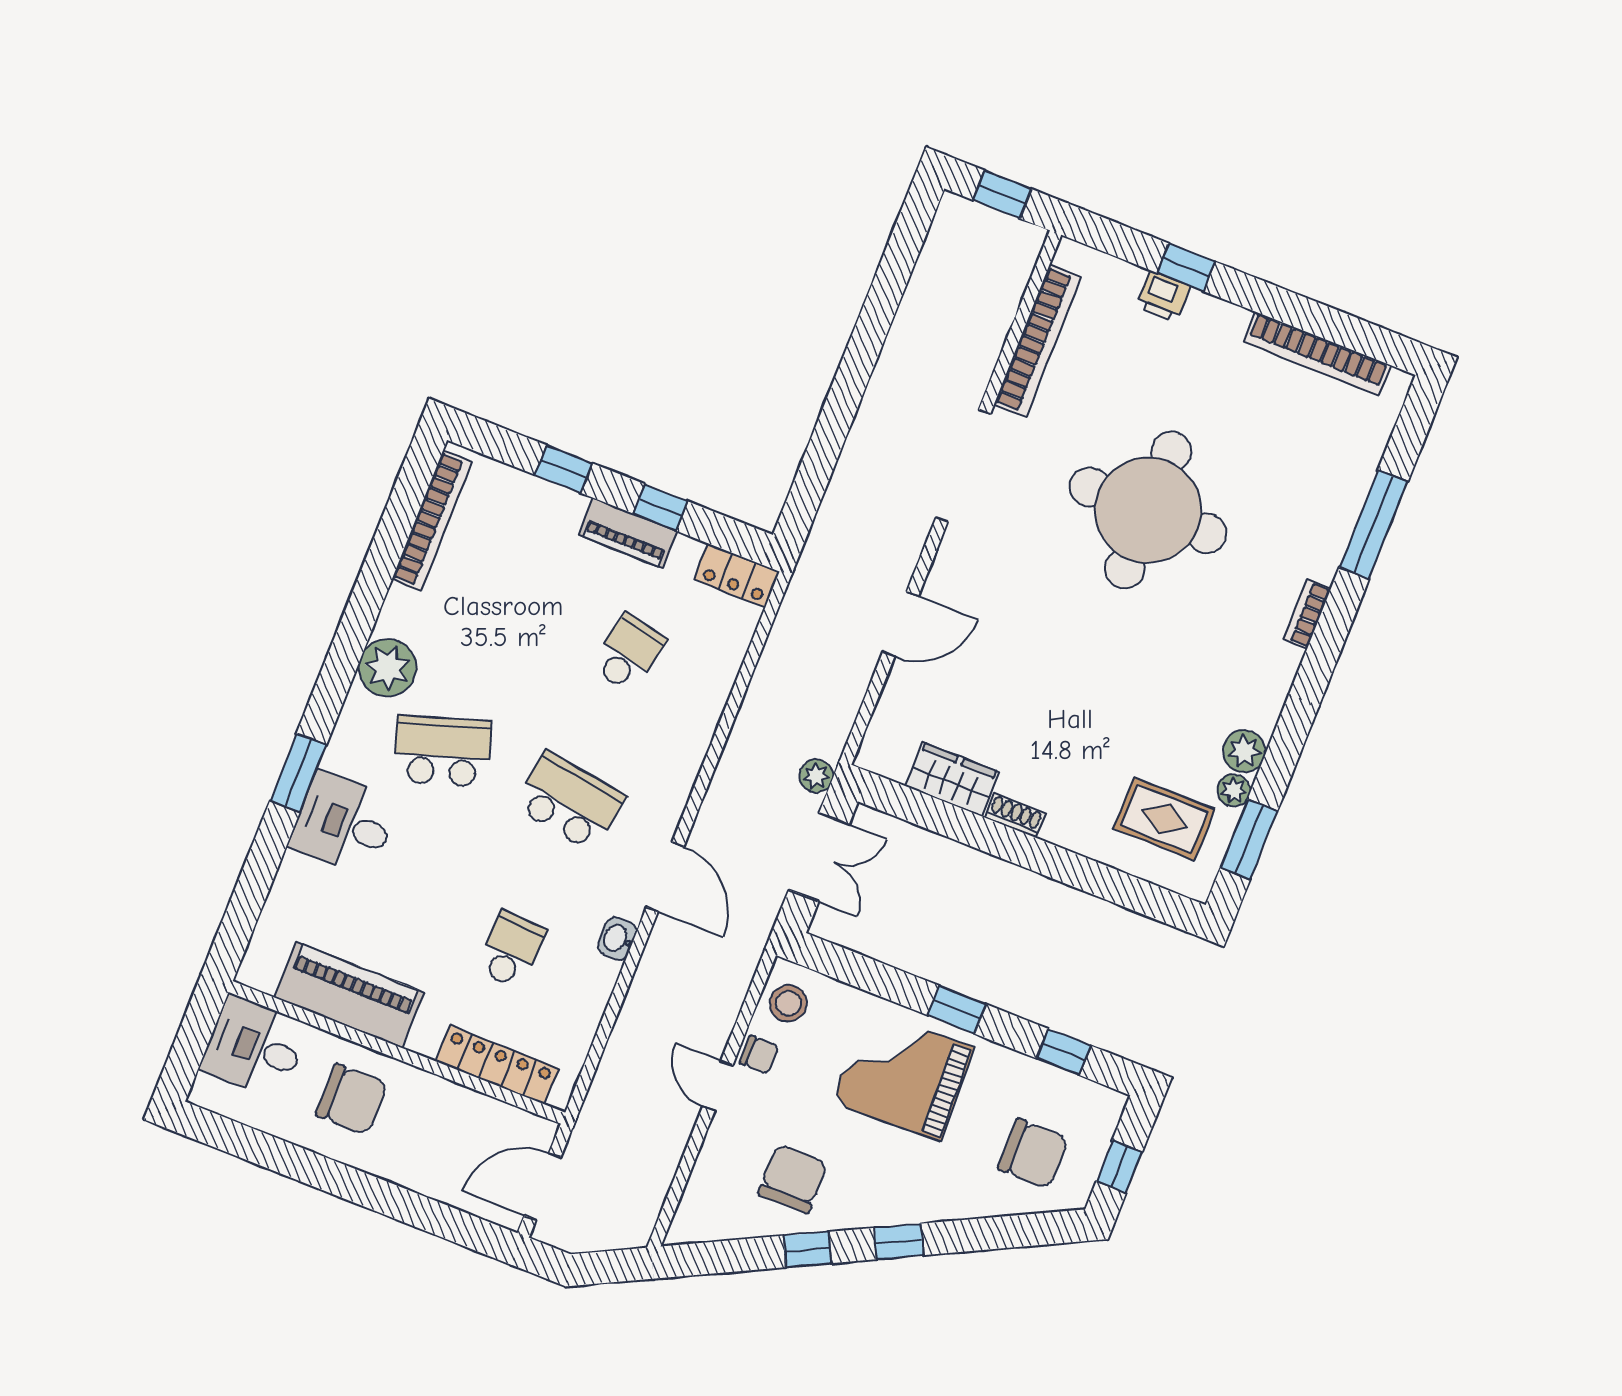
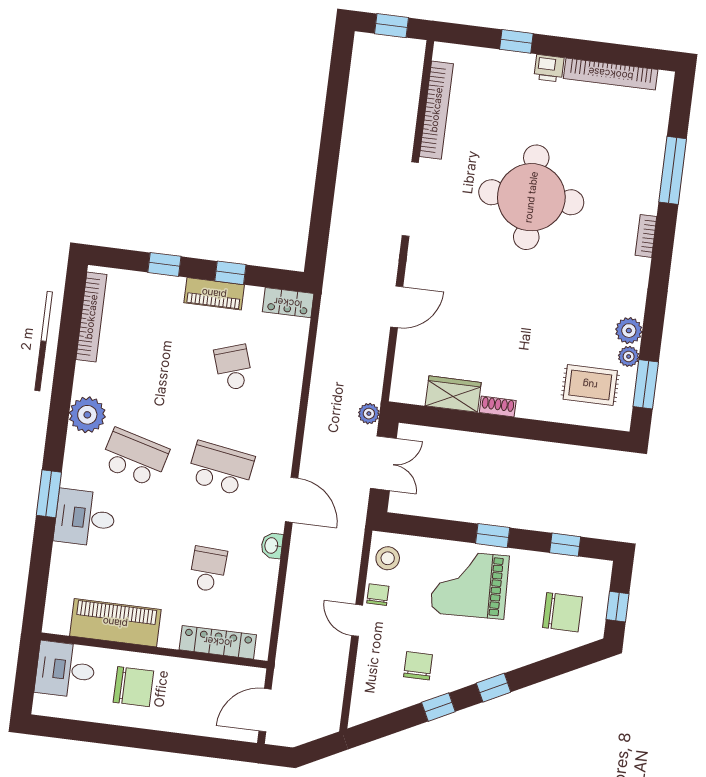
printer: (1164, 296) -> (549, 68), moved
school desk: (628, 653) -> (233, 368), turned -30
school desk: (443, 751) -> (135, 458), turned 33
chair: (759, 1055) -> (378, 595), turned -90
chair: (793, 1179) -> (418, 666), width x0.73, depth x0.73

